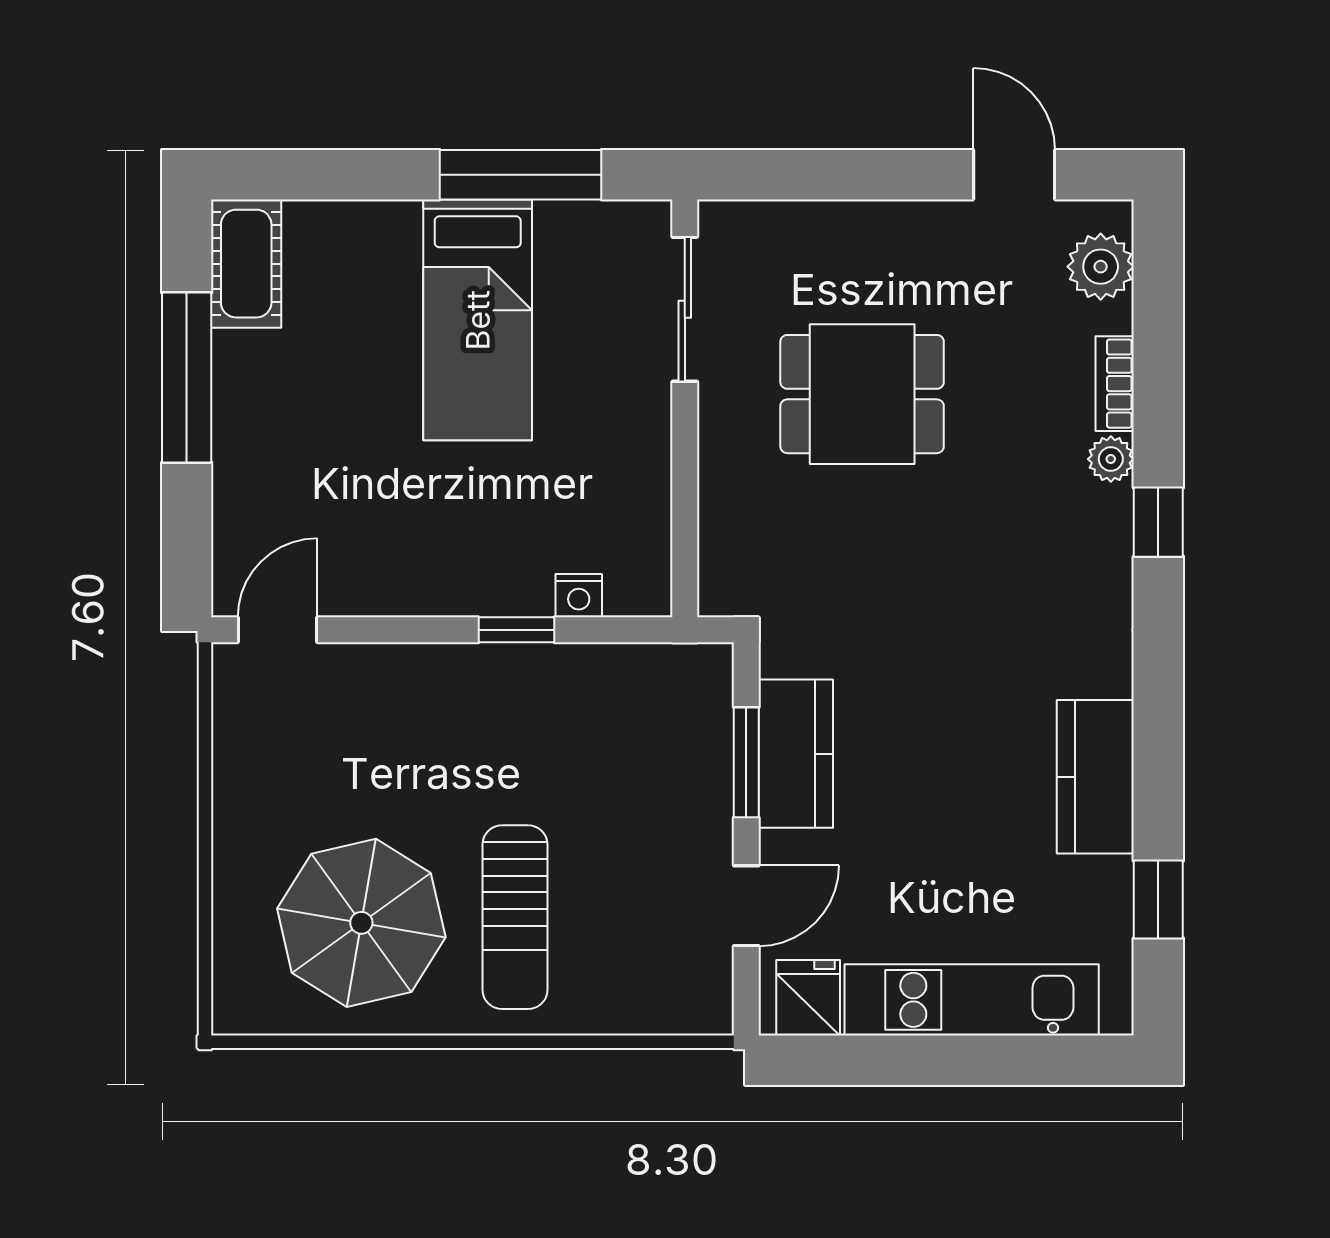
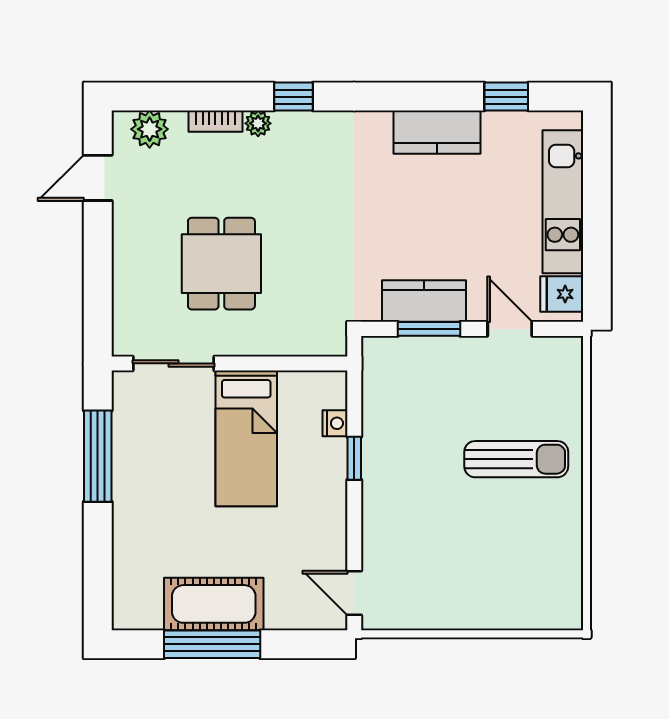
cot: (246, 264) -> (214, 604), moved, width x1.37, depth x1.34
bed: (478, 320) -> (246, 438), moved, turned 90
parasol: (361, 923) -> (519, 546), removed

